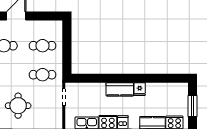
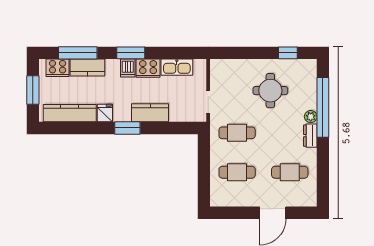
window: (123, 78) -> (127, 128), added
kitchen counter: (120, 89) -> (150, 113), moved
kitchen counter: (165, 89) -> (70, 113), added

